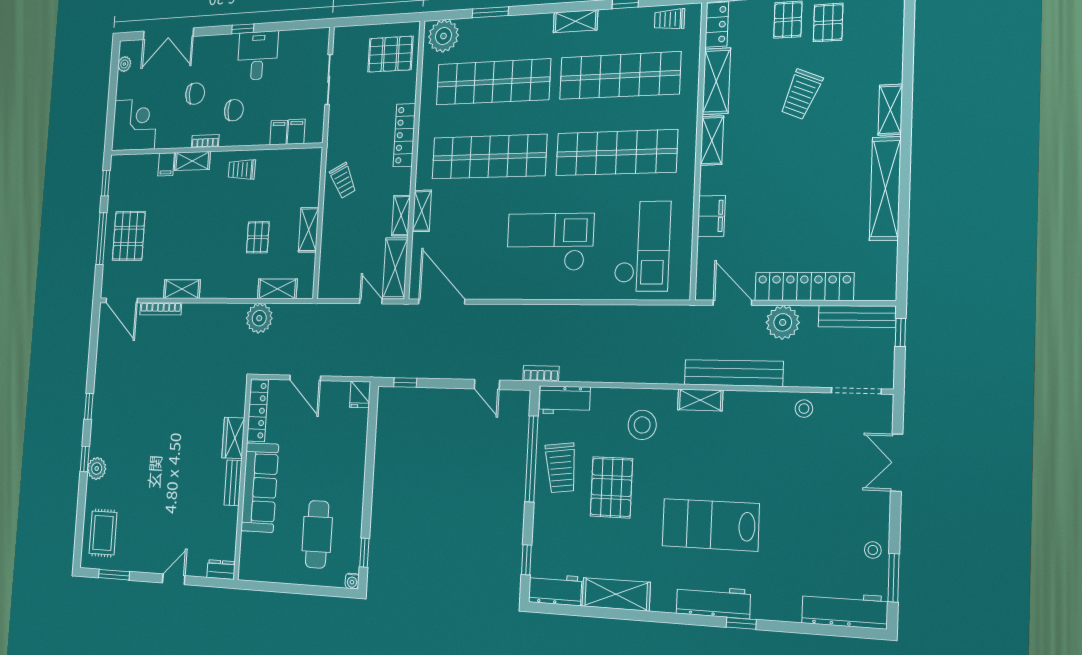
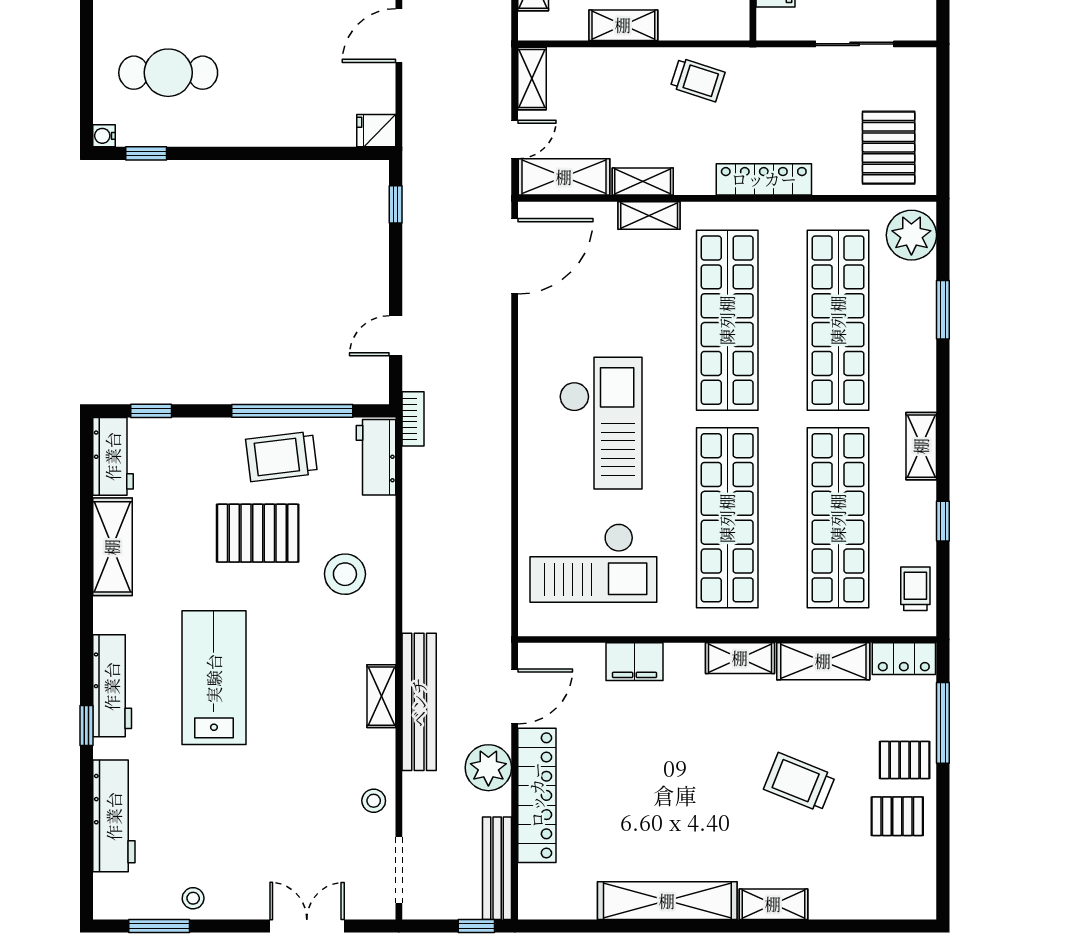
trolley: (343, 181) -> (698, 80), turned -135
shelving: (336, 290) -> (532, 79), added
shelving: (700, 400) -> (381, 696), moved
workbench: (845, 610) -> (114, 816), moved

